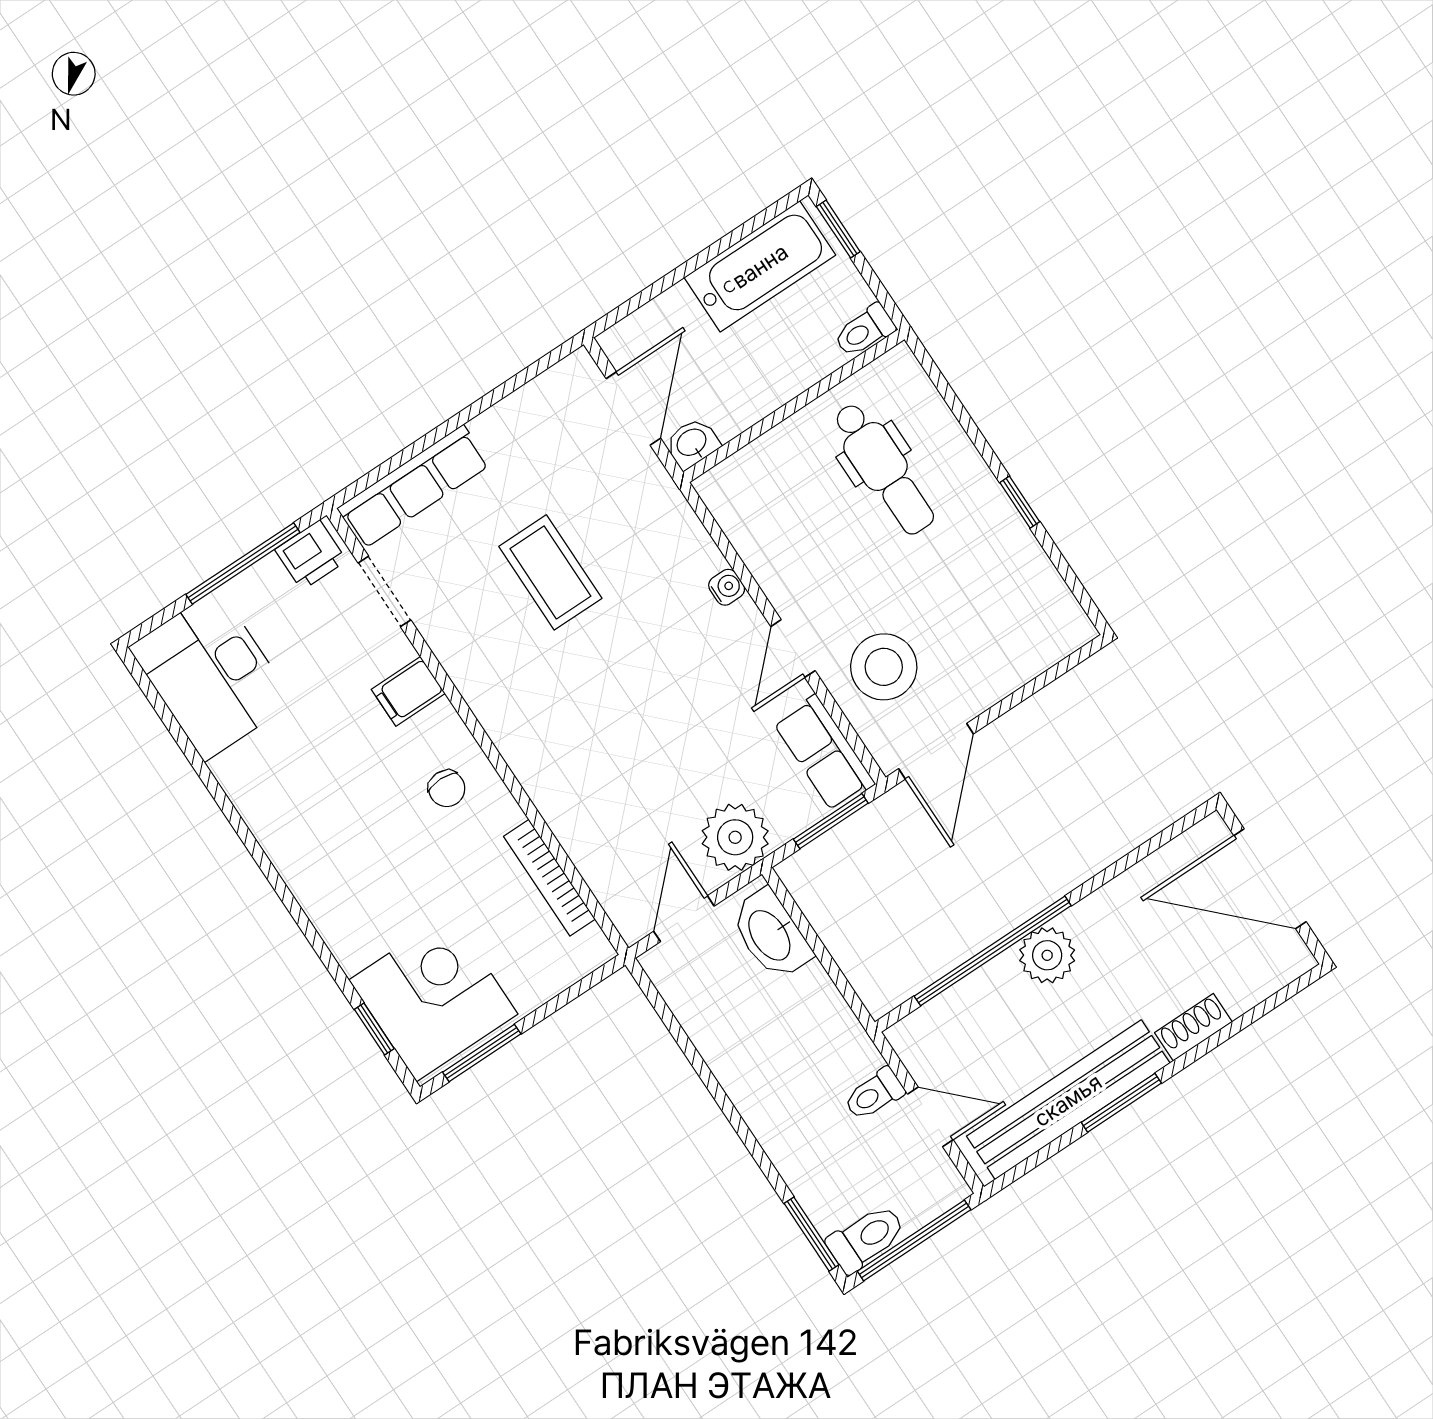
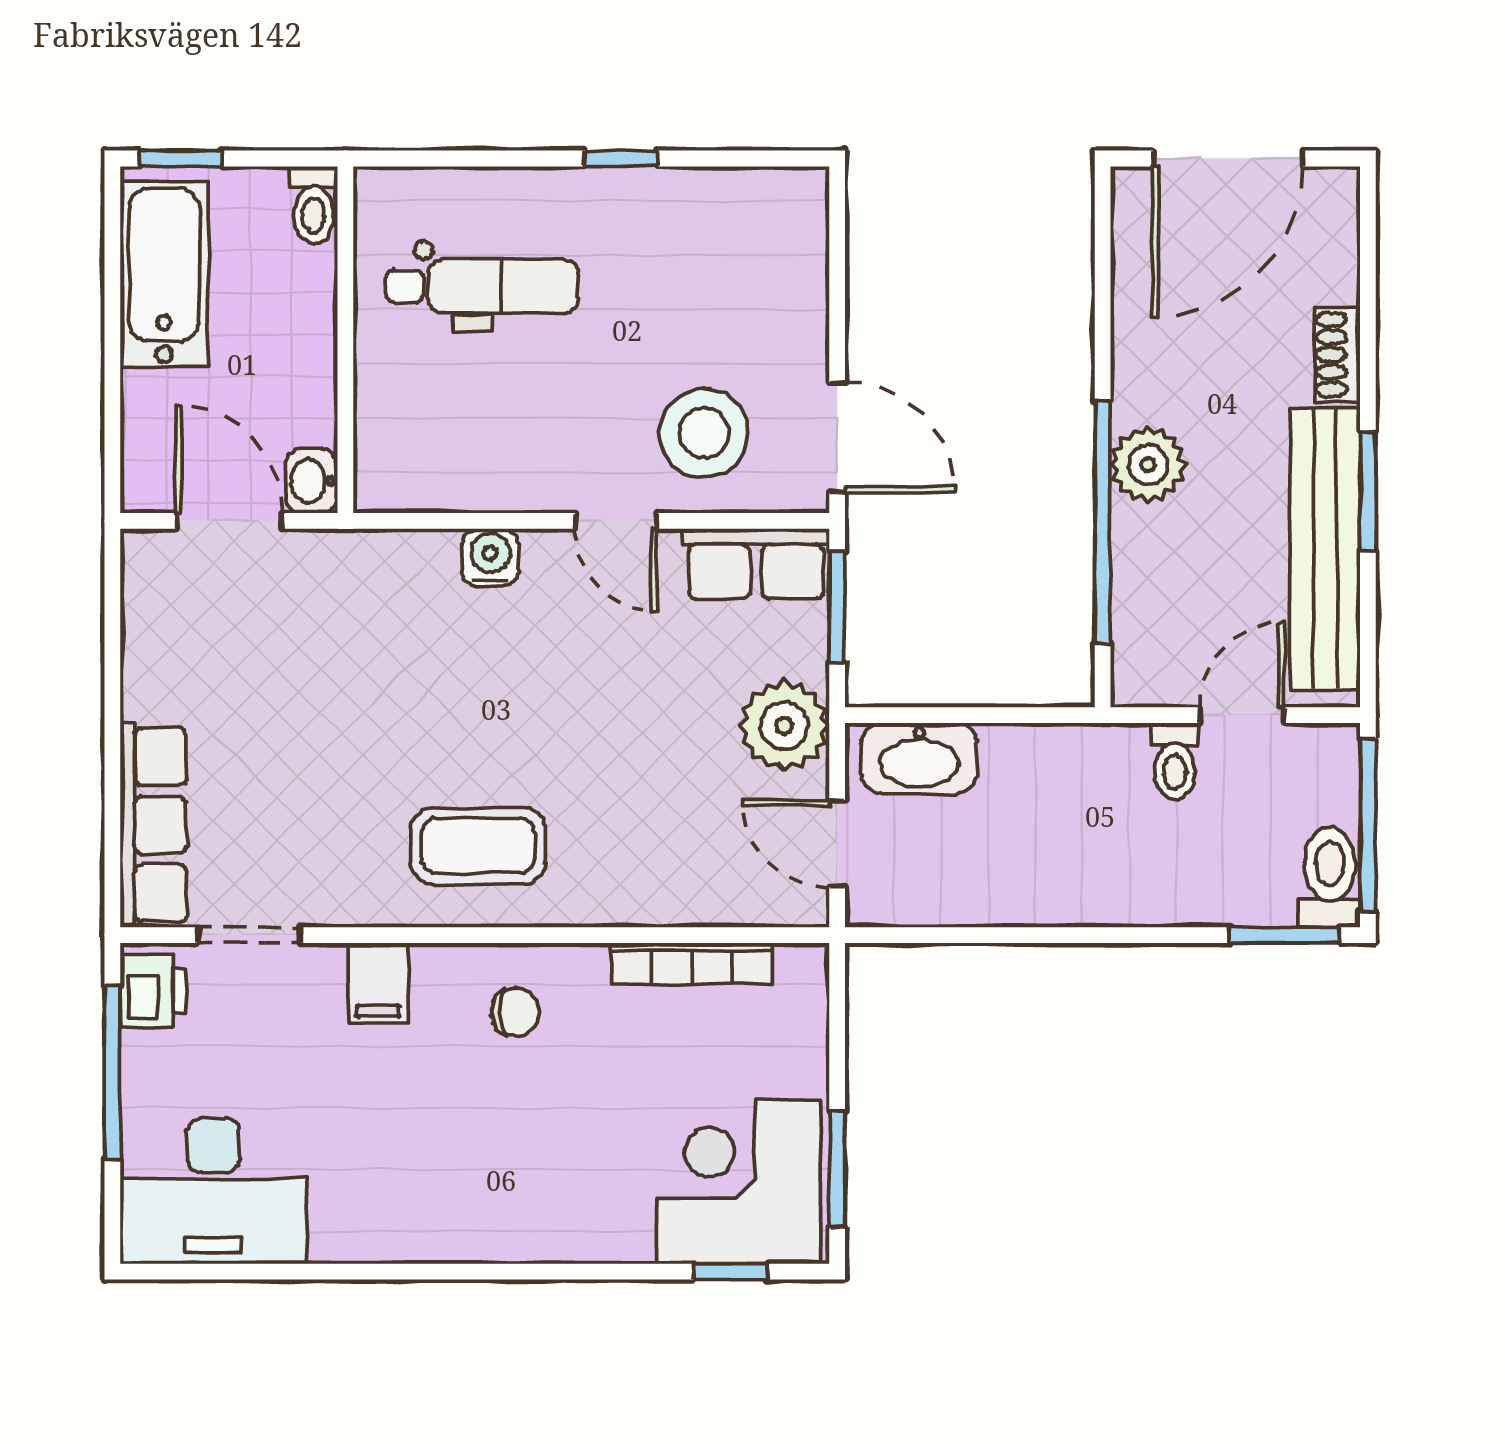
coffee table: (550, 572) -> (478, 846), moved
water cooler: (727, 587) -> (490, 557), width x1.38, depth x1.38

